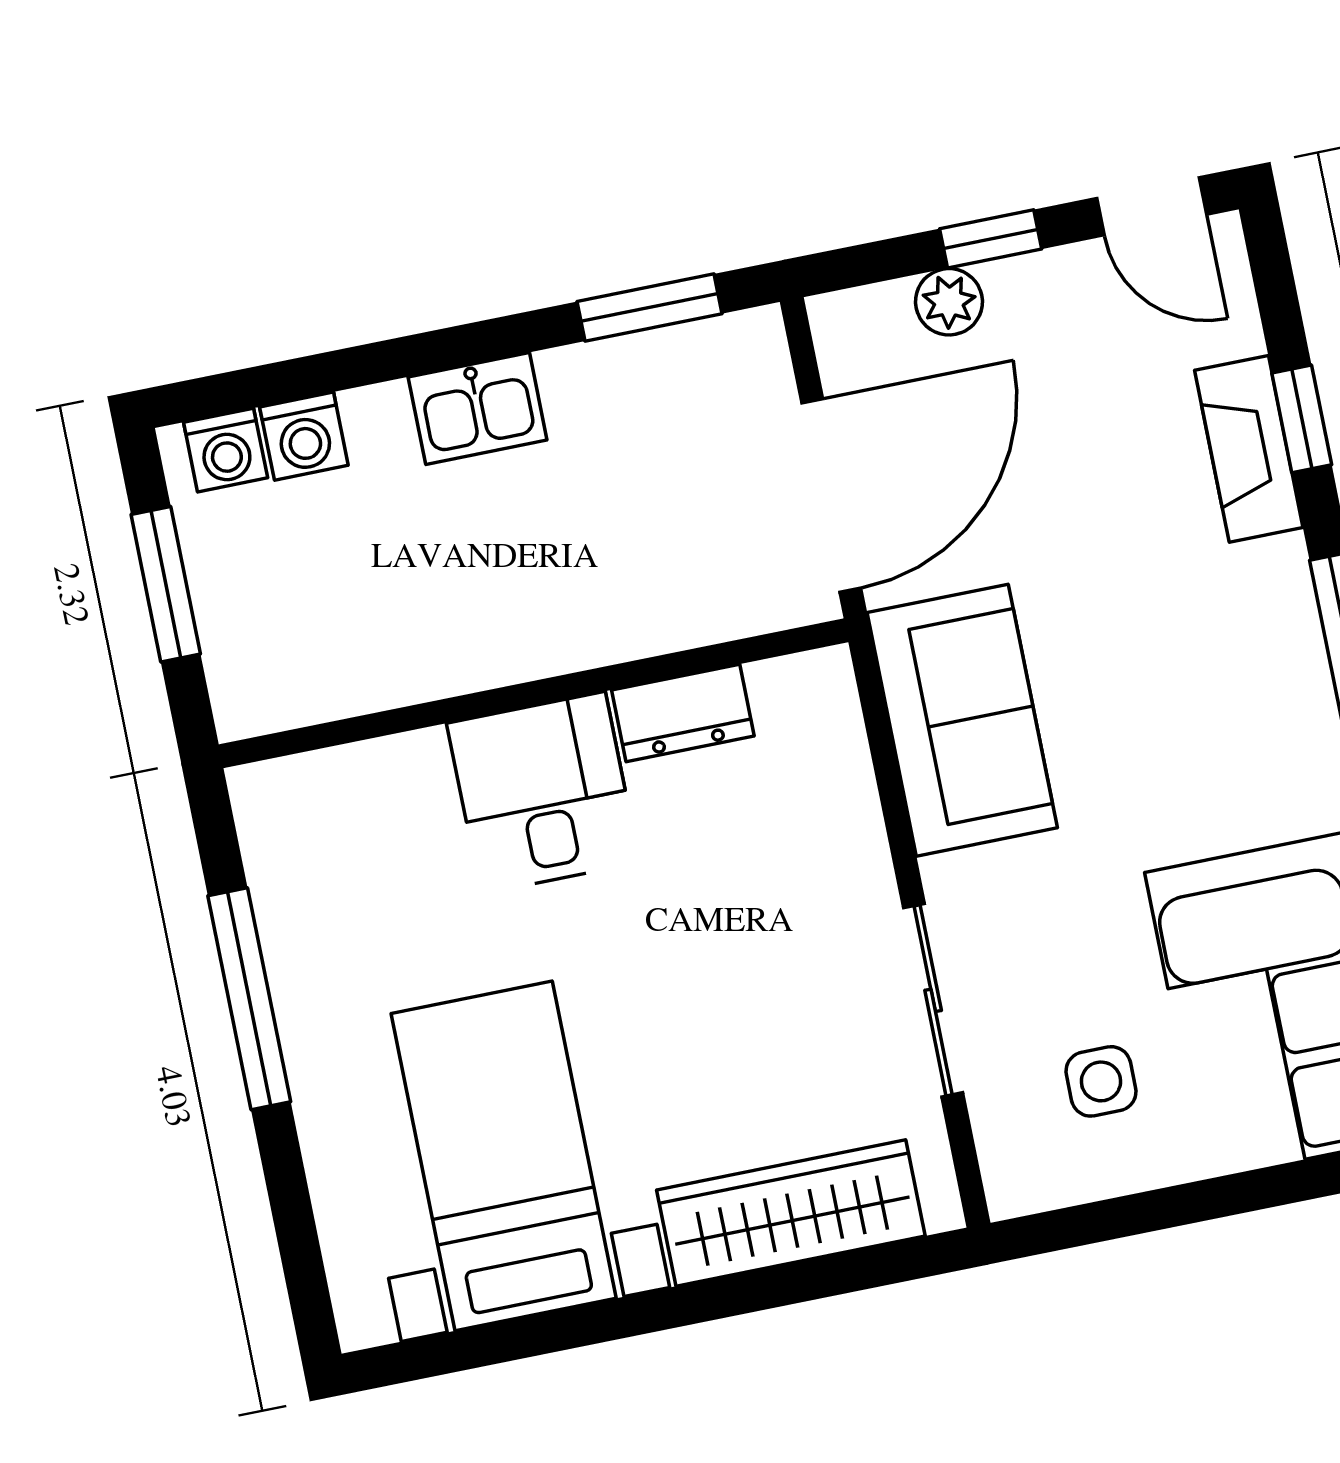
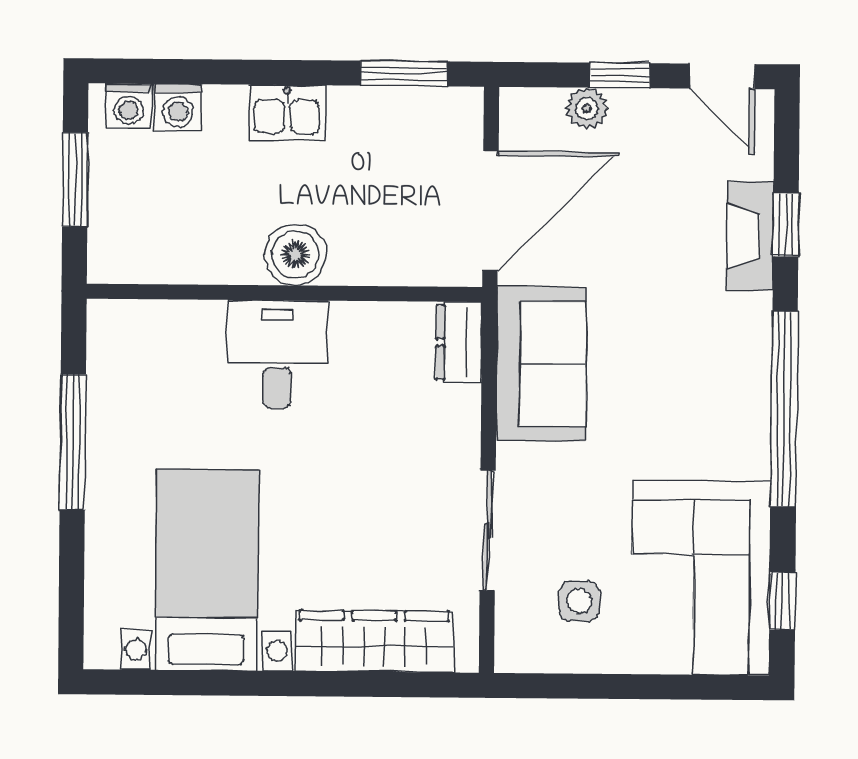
boiler: (538, 629) -> (295, 255), added
dresser: (683, 713) -> (459, 342), moved, turned 90

